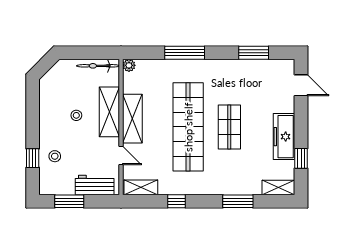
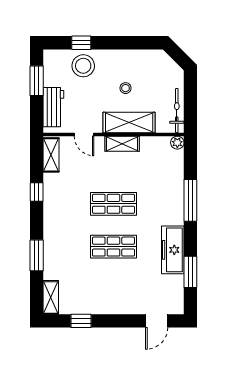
shelving: (132, 119) -> (122, 144), width x0.67, depth x0.75
shop shelf: (188, 127) -> (113, 204), width x0.50, depth x0.74
freezer: (284, 137) -> (173, 250), moved, turned -90
door: (121, 155) -> (84, 134), hinge flipped
stool: (55, 156) -> (83, 66), width x1.89, depth x1.89

